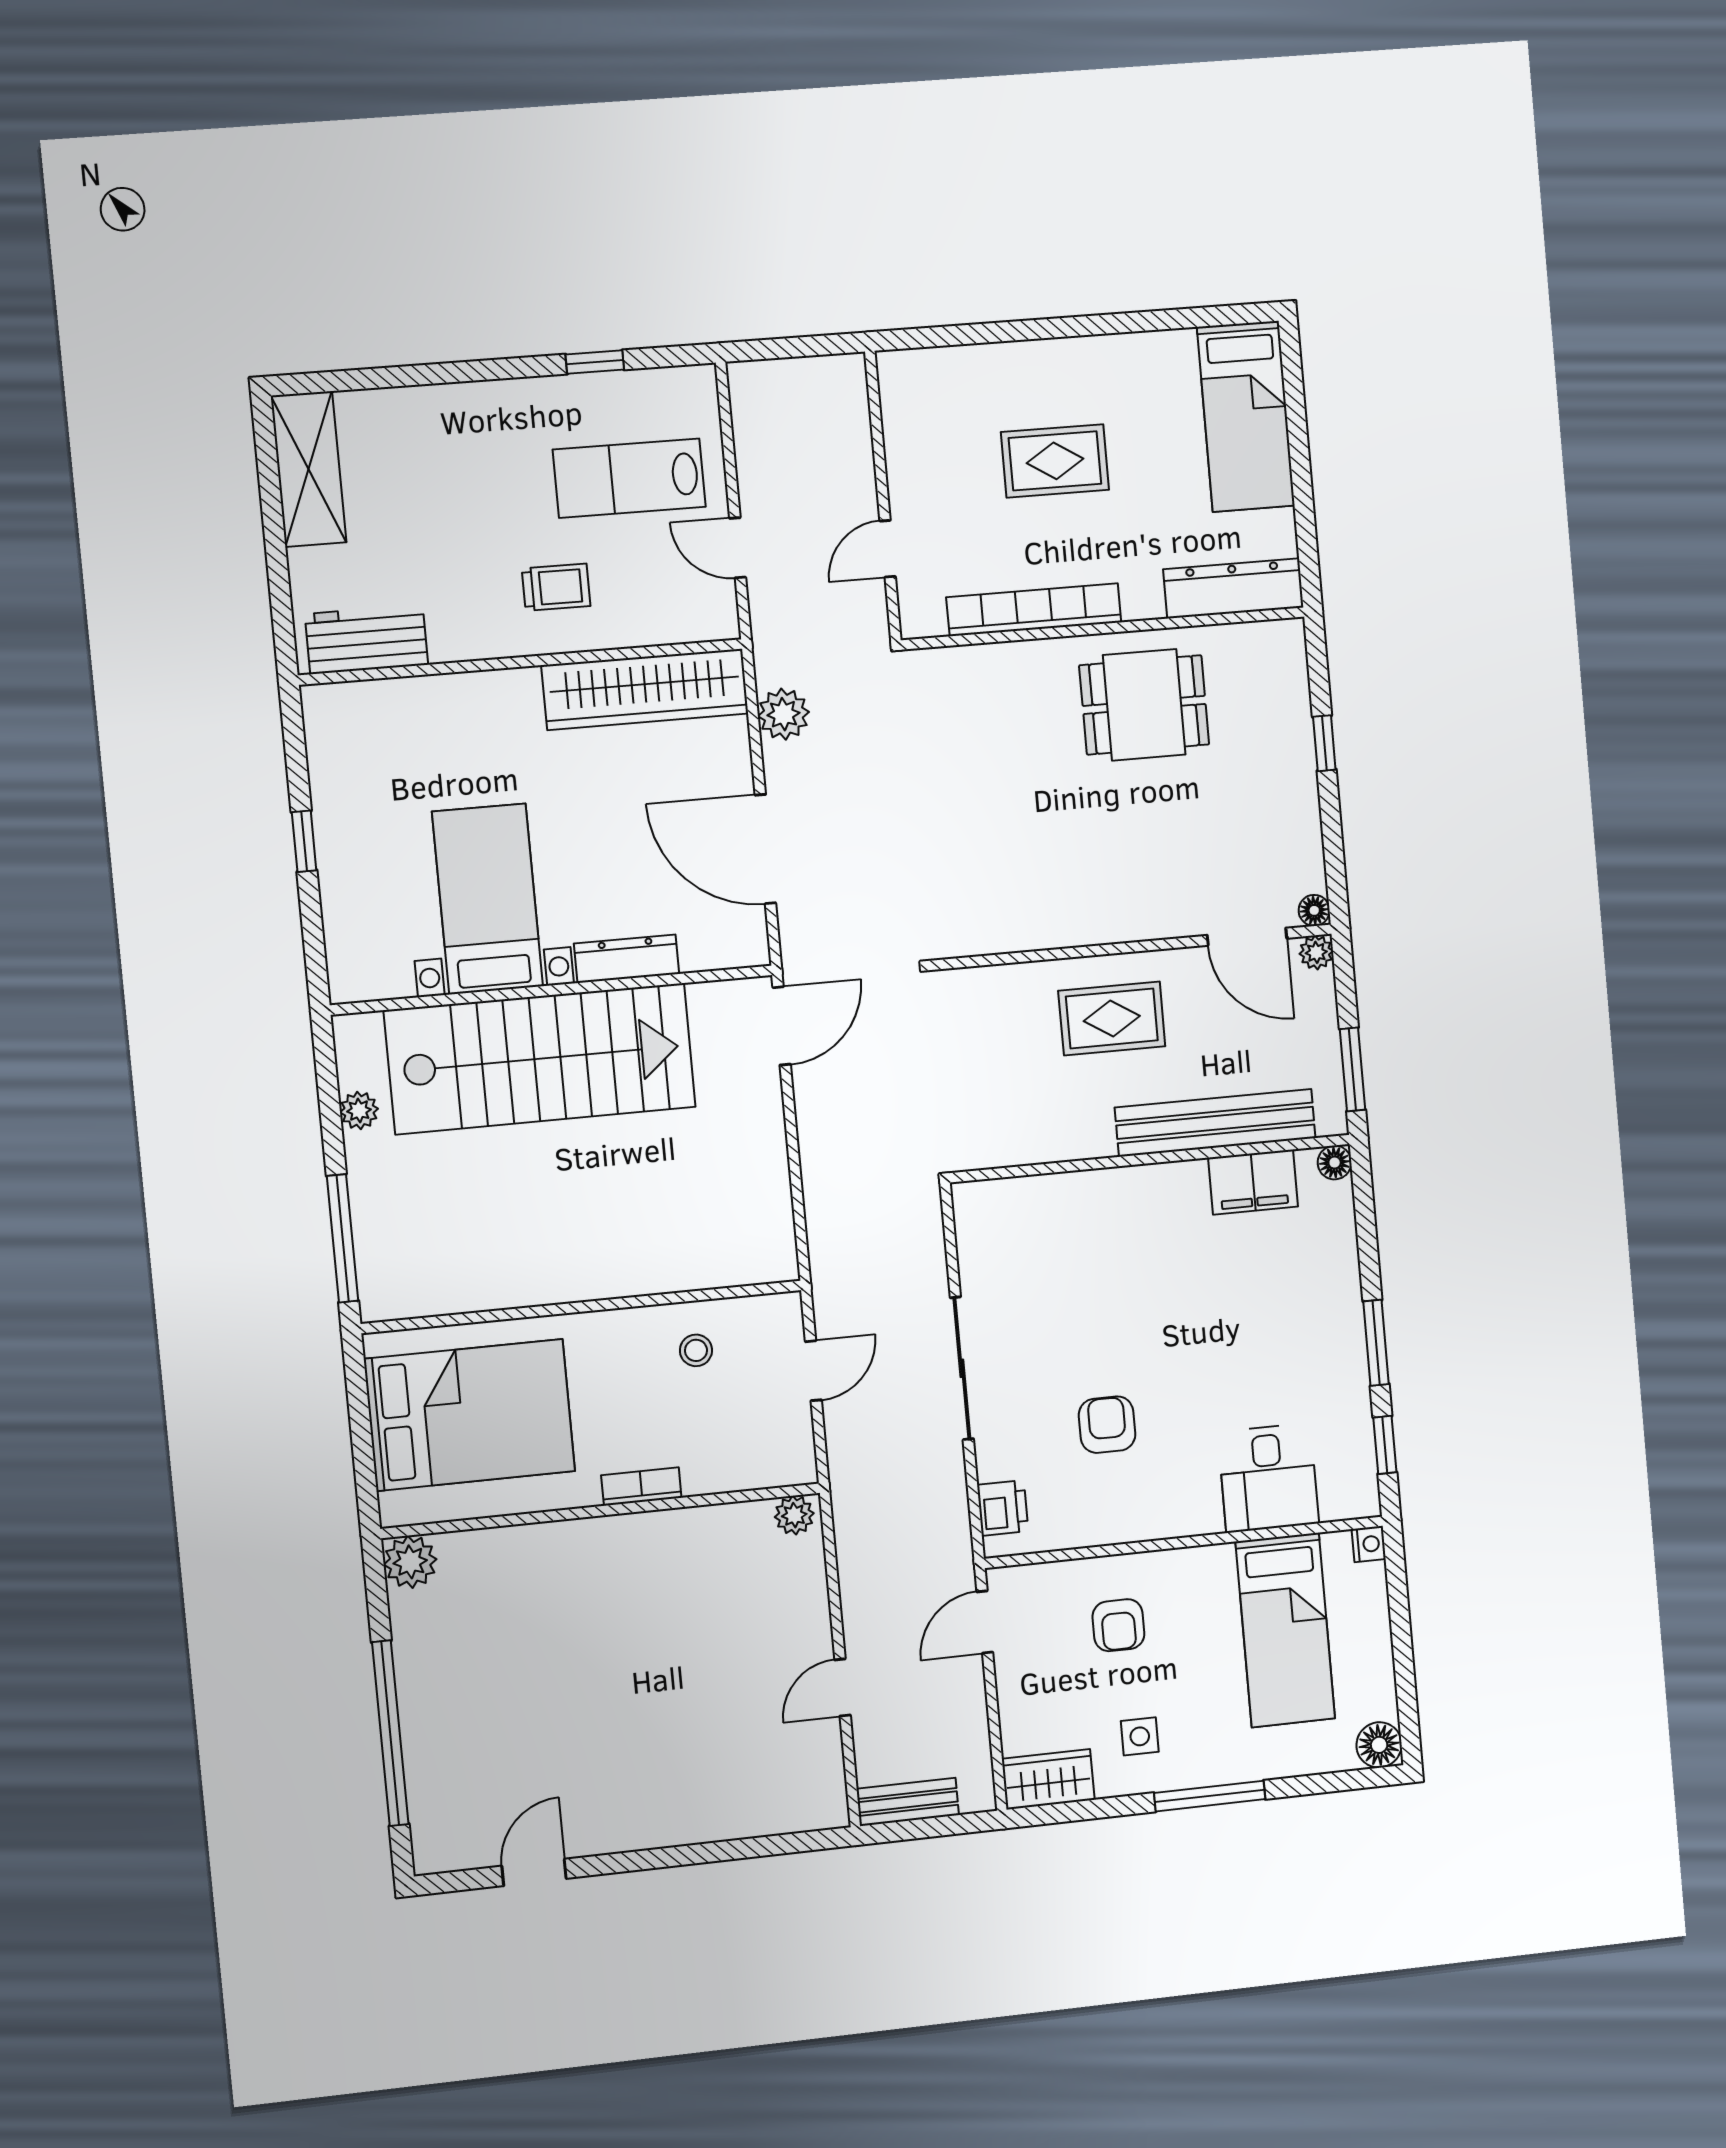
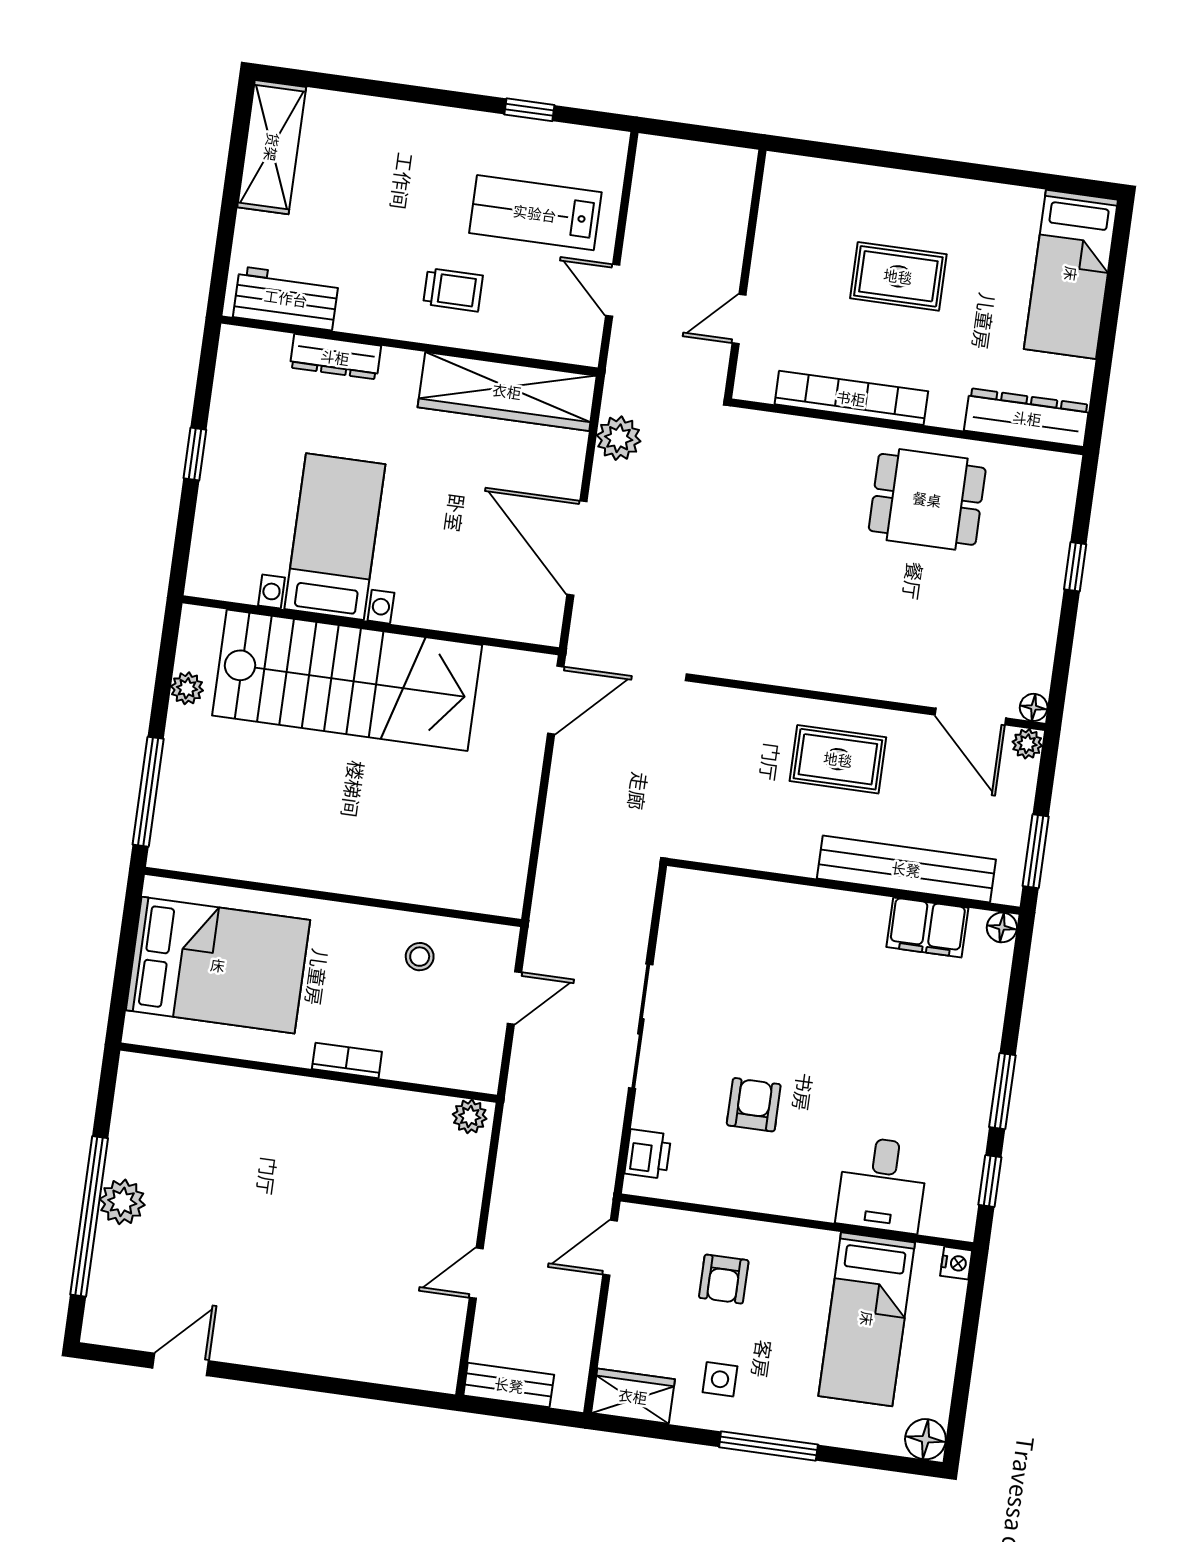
dresser: (627, 959) -> (335, 357), moved, turned 180
plant: (410, 1562) -> (122, 1202), moved

